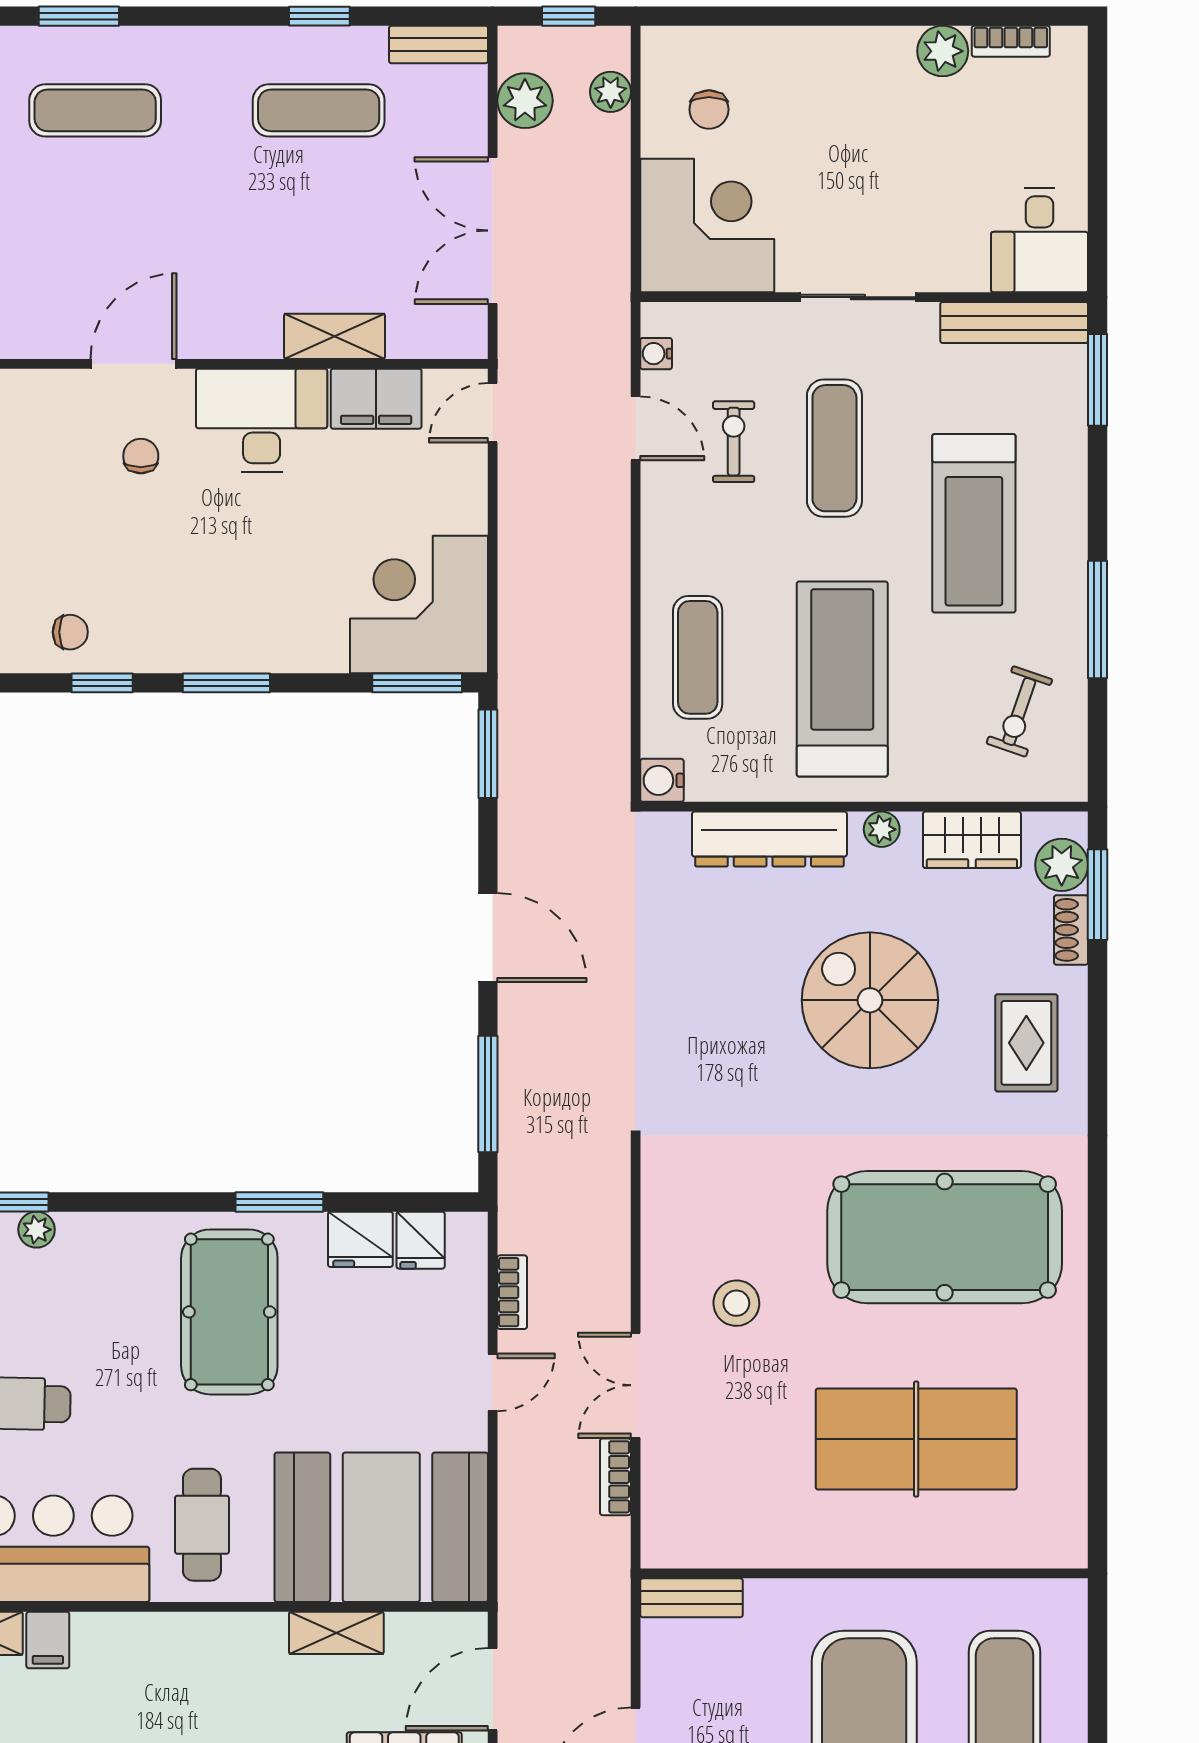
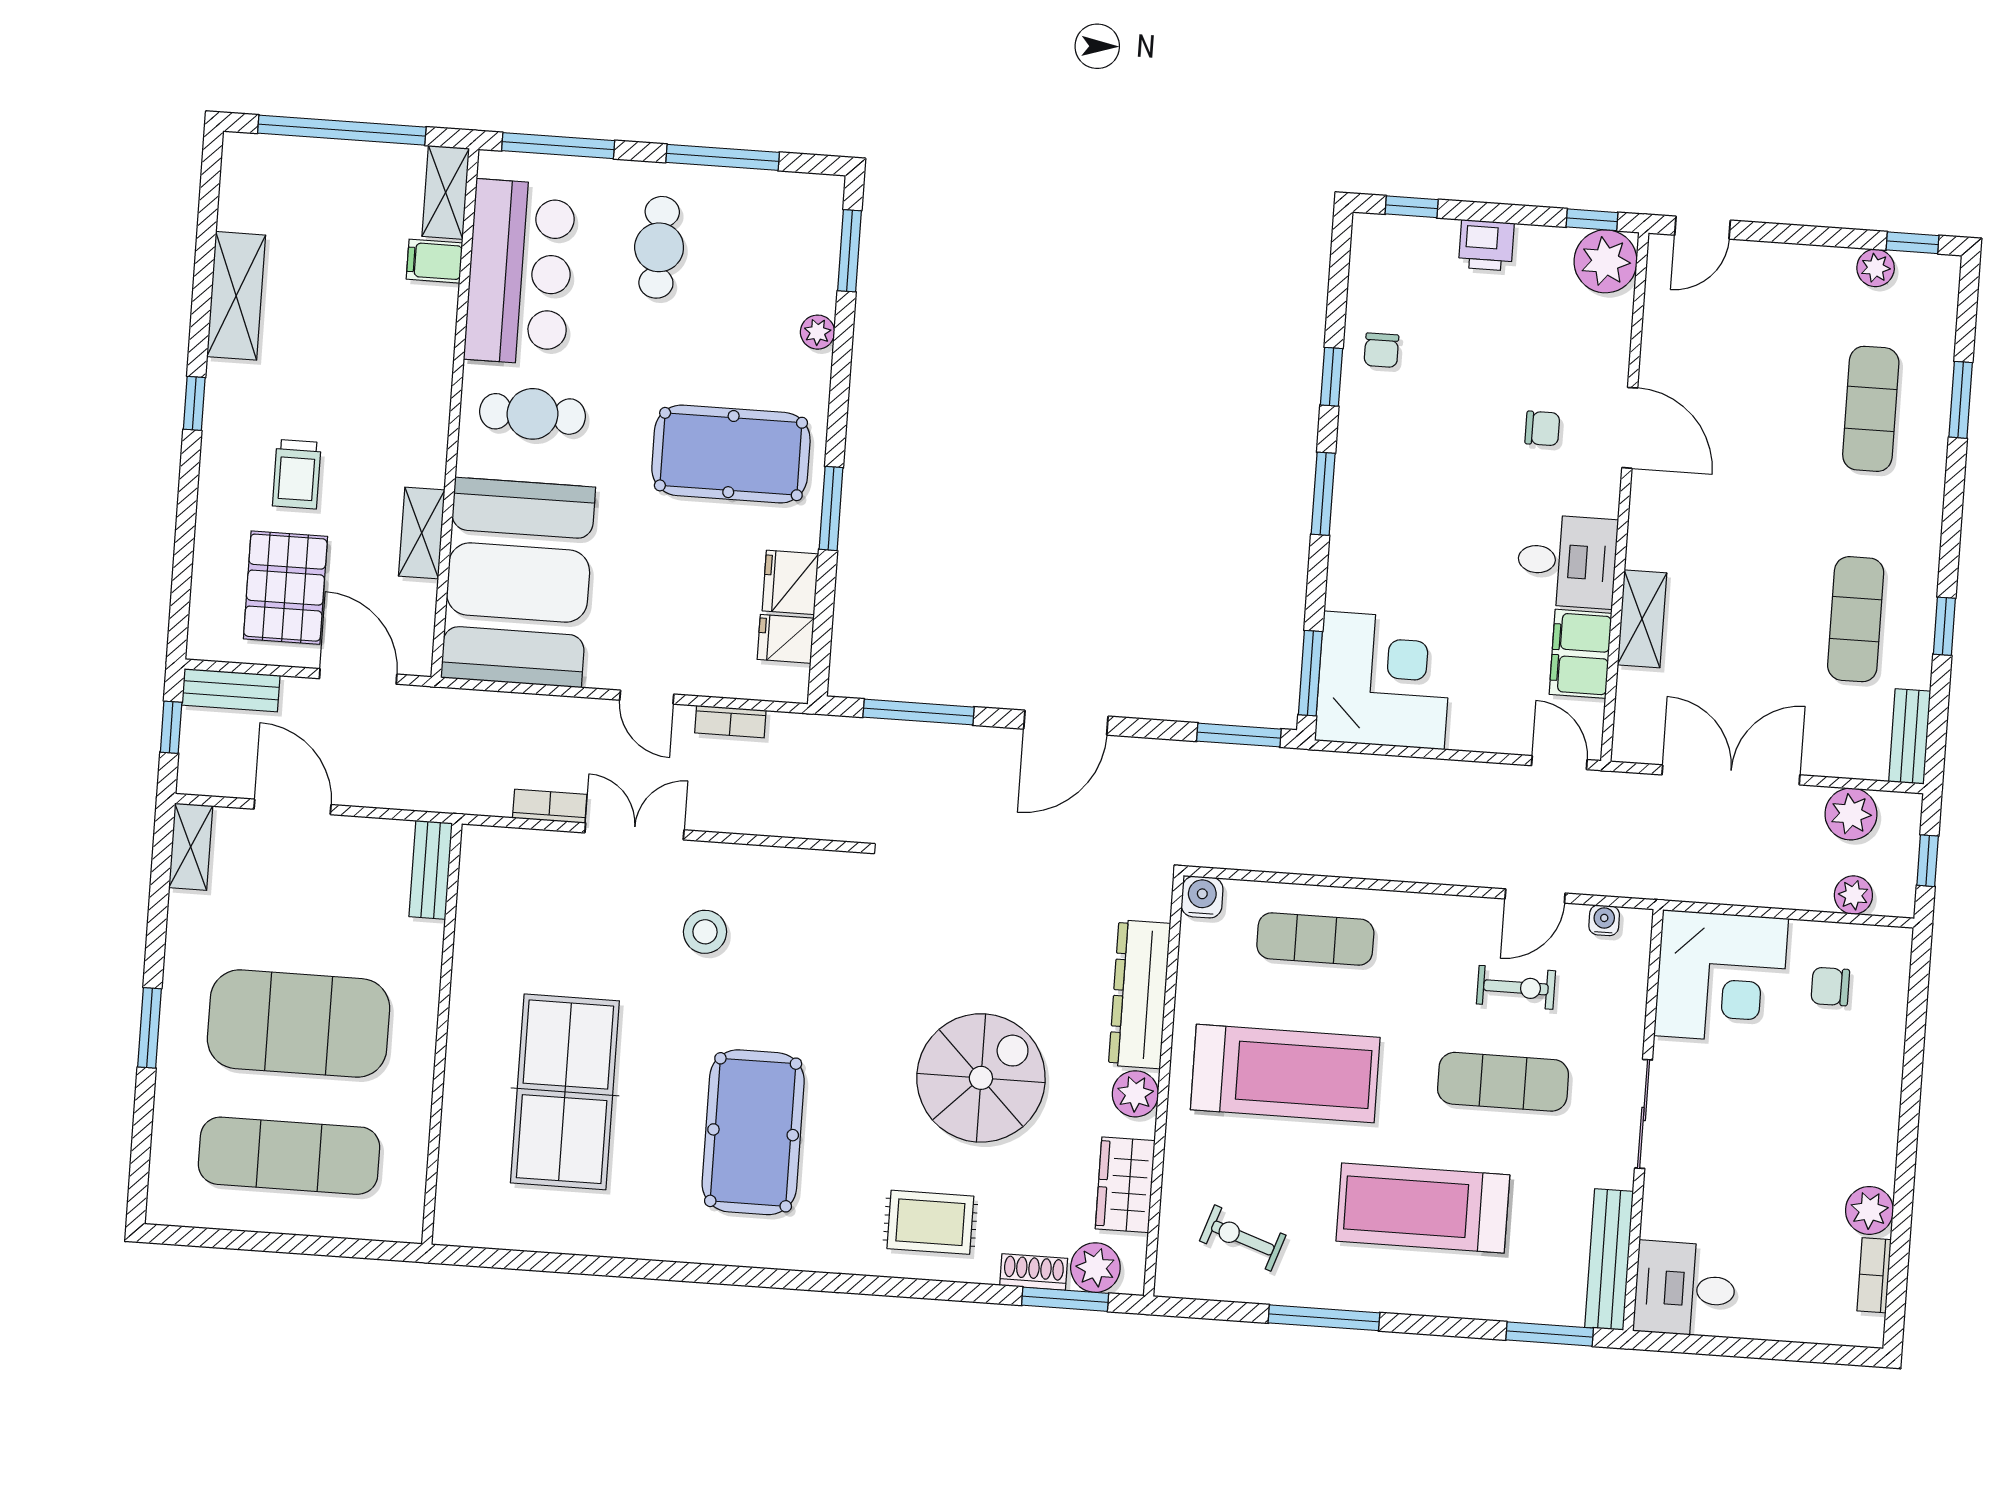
desk: (262, 420) -> (1567, 561), width x0.73
plant: (882, 829) -> (1135, 1094), width x1.38, depth x1.38
plant: (37, 1230) -> (818, 332), moved
pool table: (945, 1237) -> (753, 1132), width x0.73, depth x0.76

